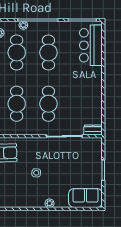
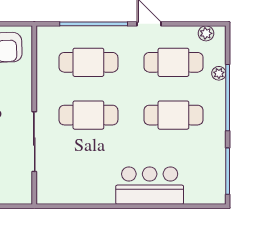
bar counter: (91, 45) -> (150, 186), moved
dresser: (93, 130) -> (45, 189), removed

